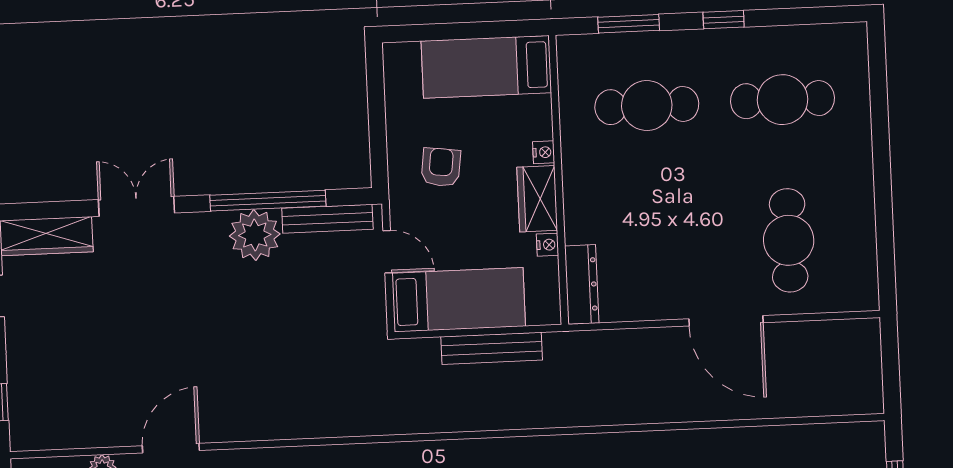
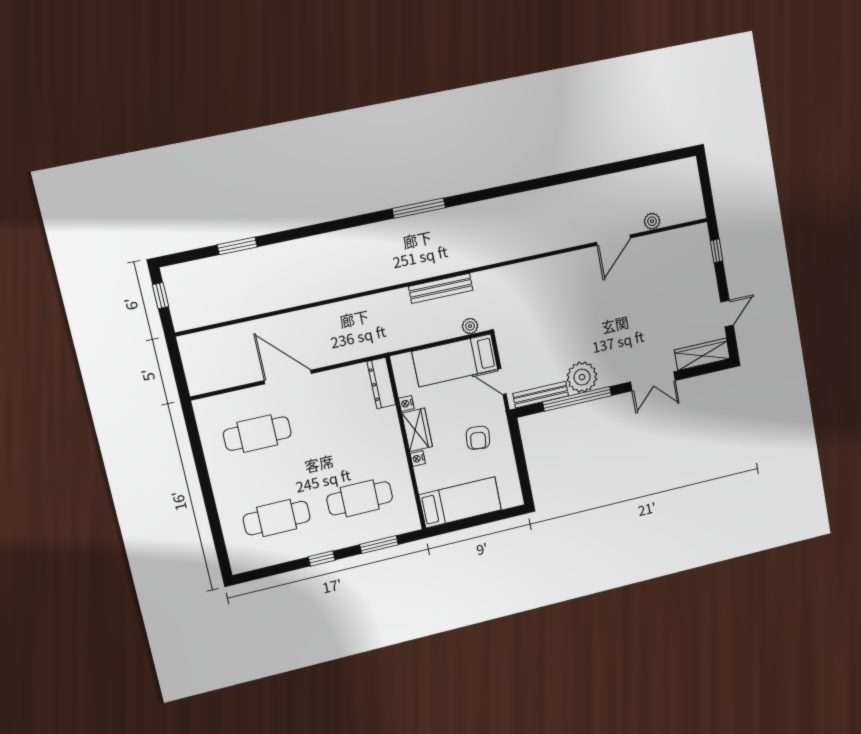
cafe table: (789, 240) -> (257, 434), turned 90
bench: (492, 348) -> (441, 288), moved
plant: (426, 350) -> (470, 326), added

